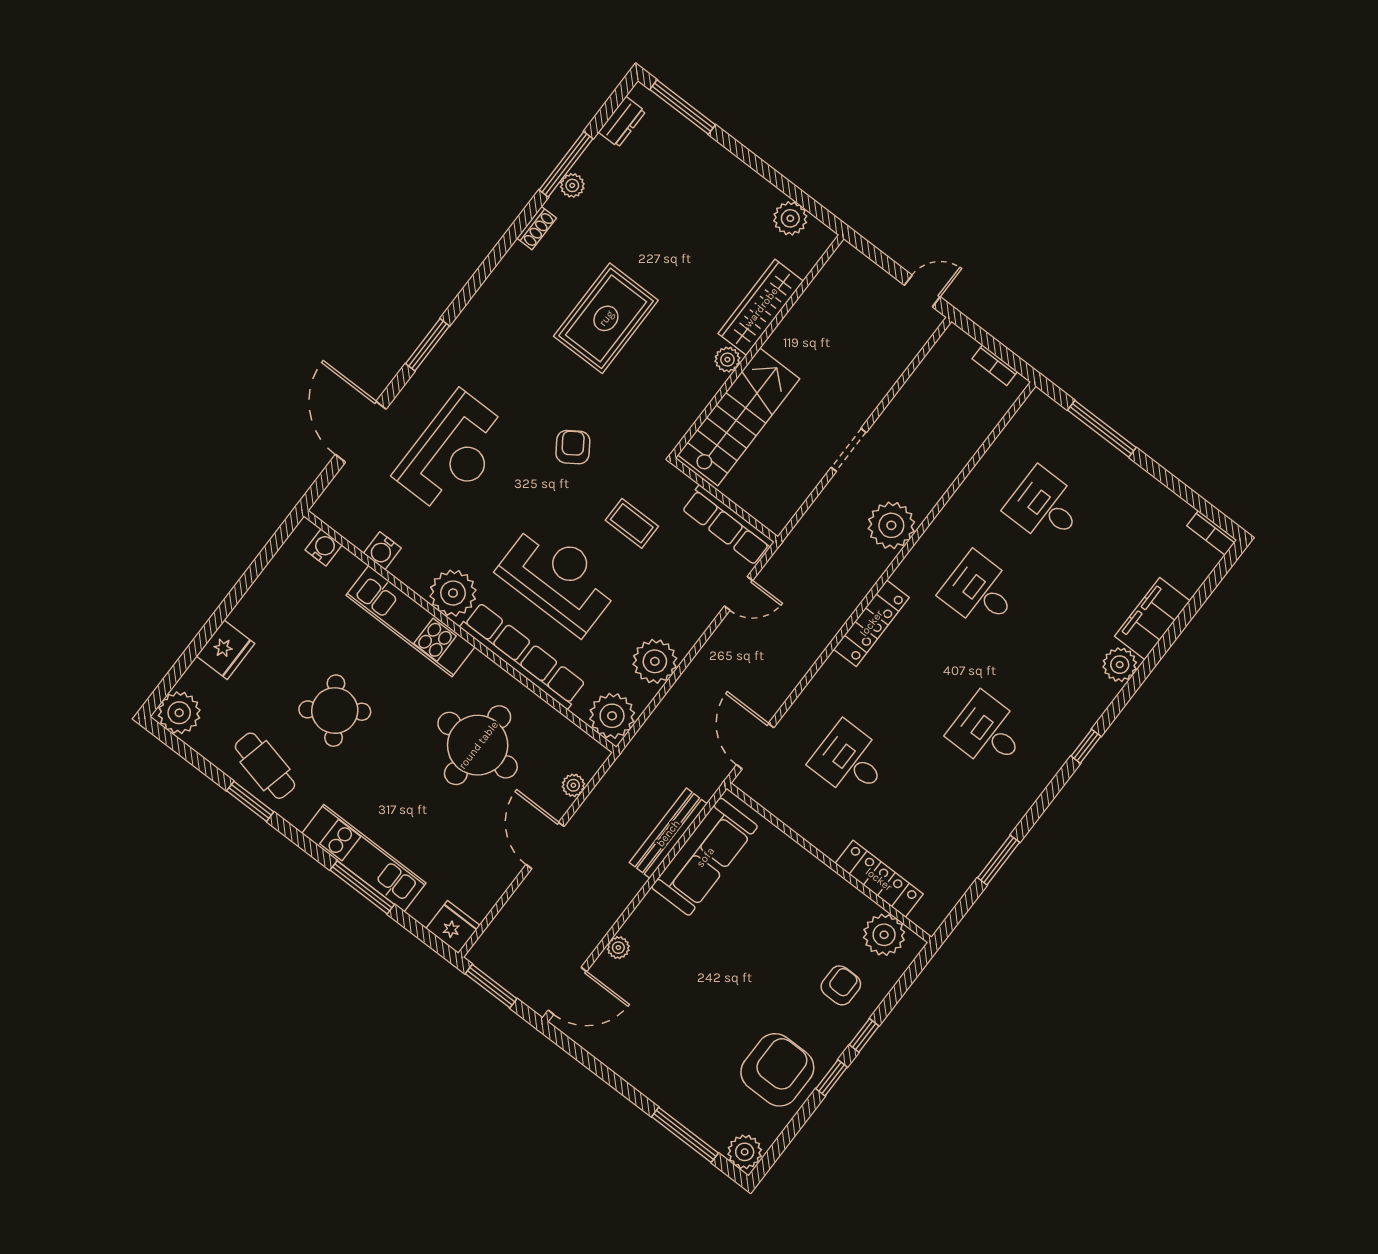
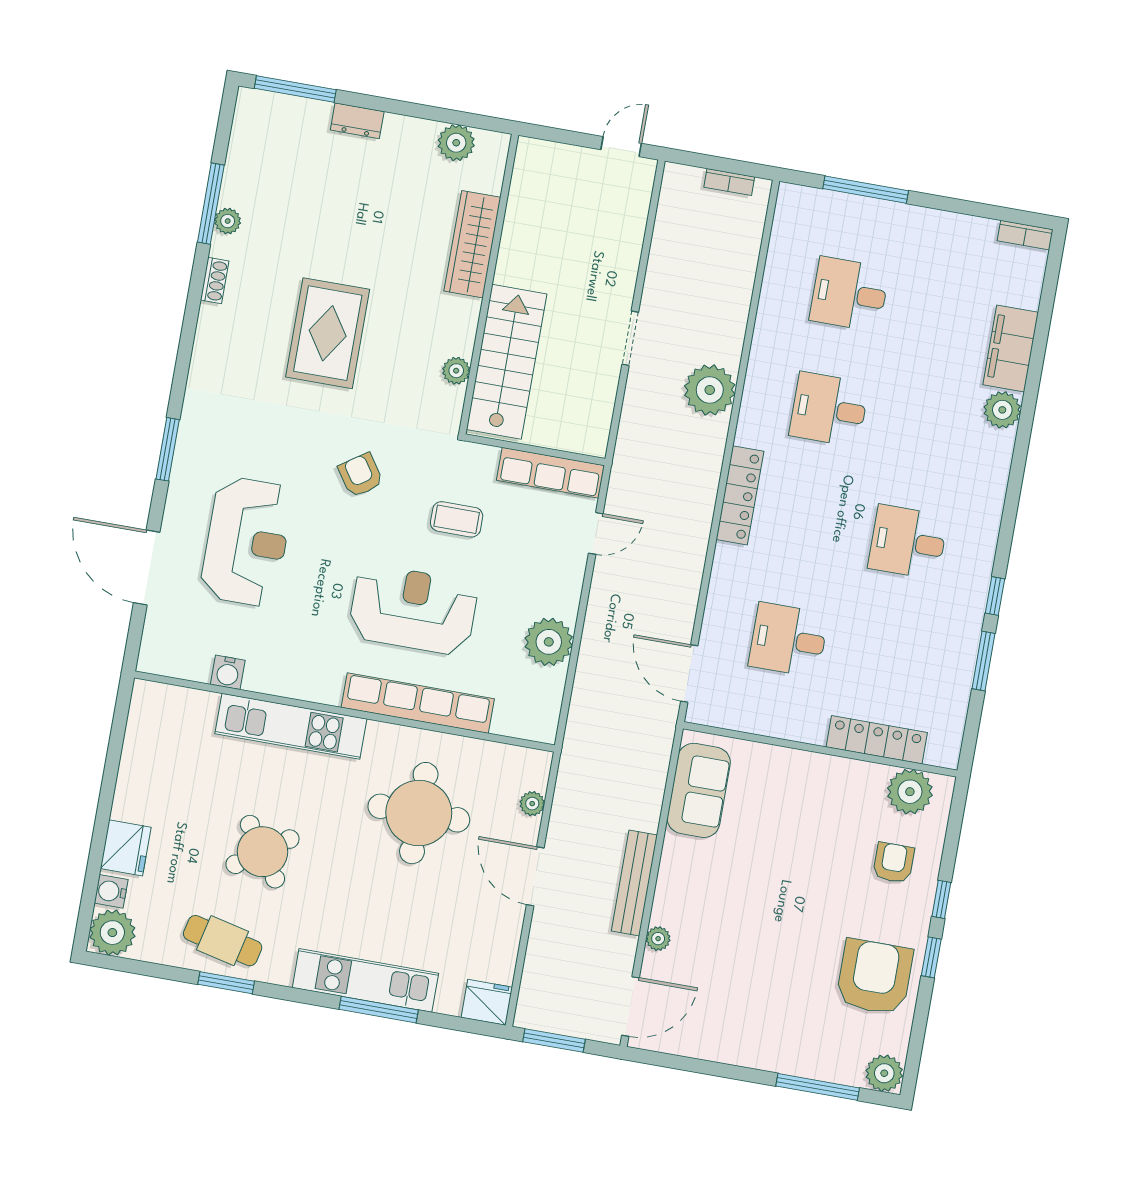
dresser: (622, 122) -> (357, 121), moved, turned 90
plant: (727, 360) -> (456, 371), moved
water cooler: (324, 547) -> (111, 891), moved, turned -90
plant: (453, 593) -> (318, 678), removed
plant: (612, 716) -> (535, 716), removed
window: (1086, 746) -> (995, 596), moved
bench: (668, 833) -> (634, 883), moved
sofa: (705, 857) -> (699, 790), width x0.73

